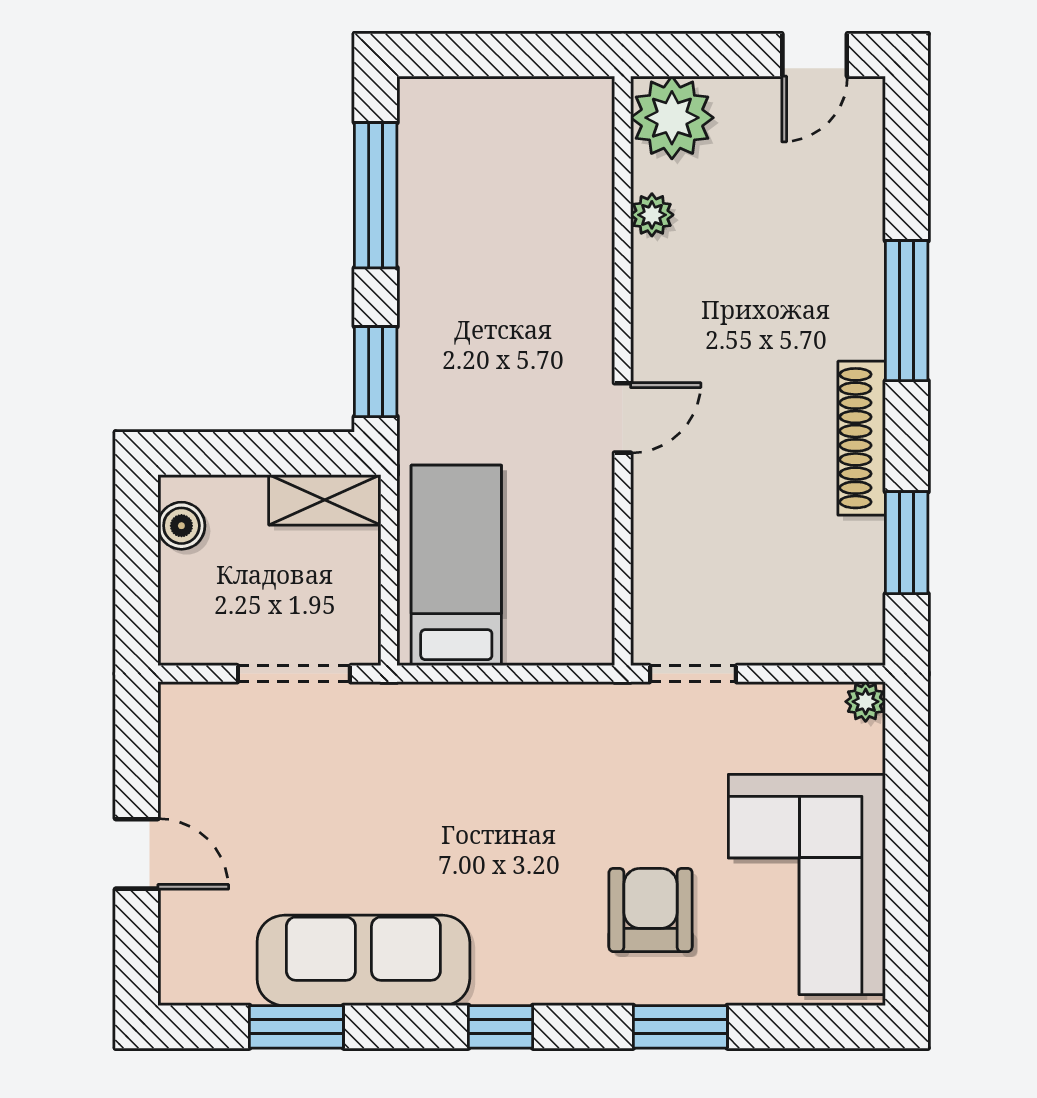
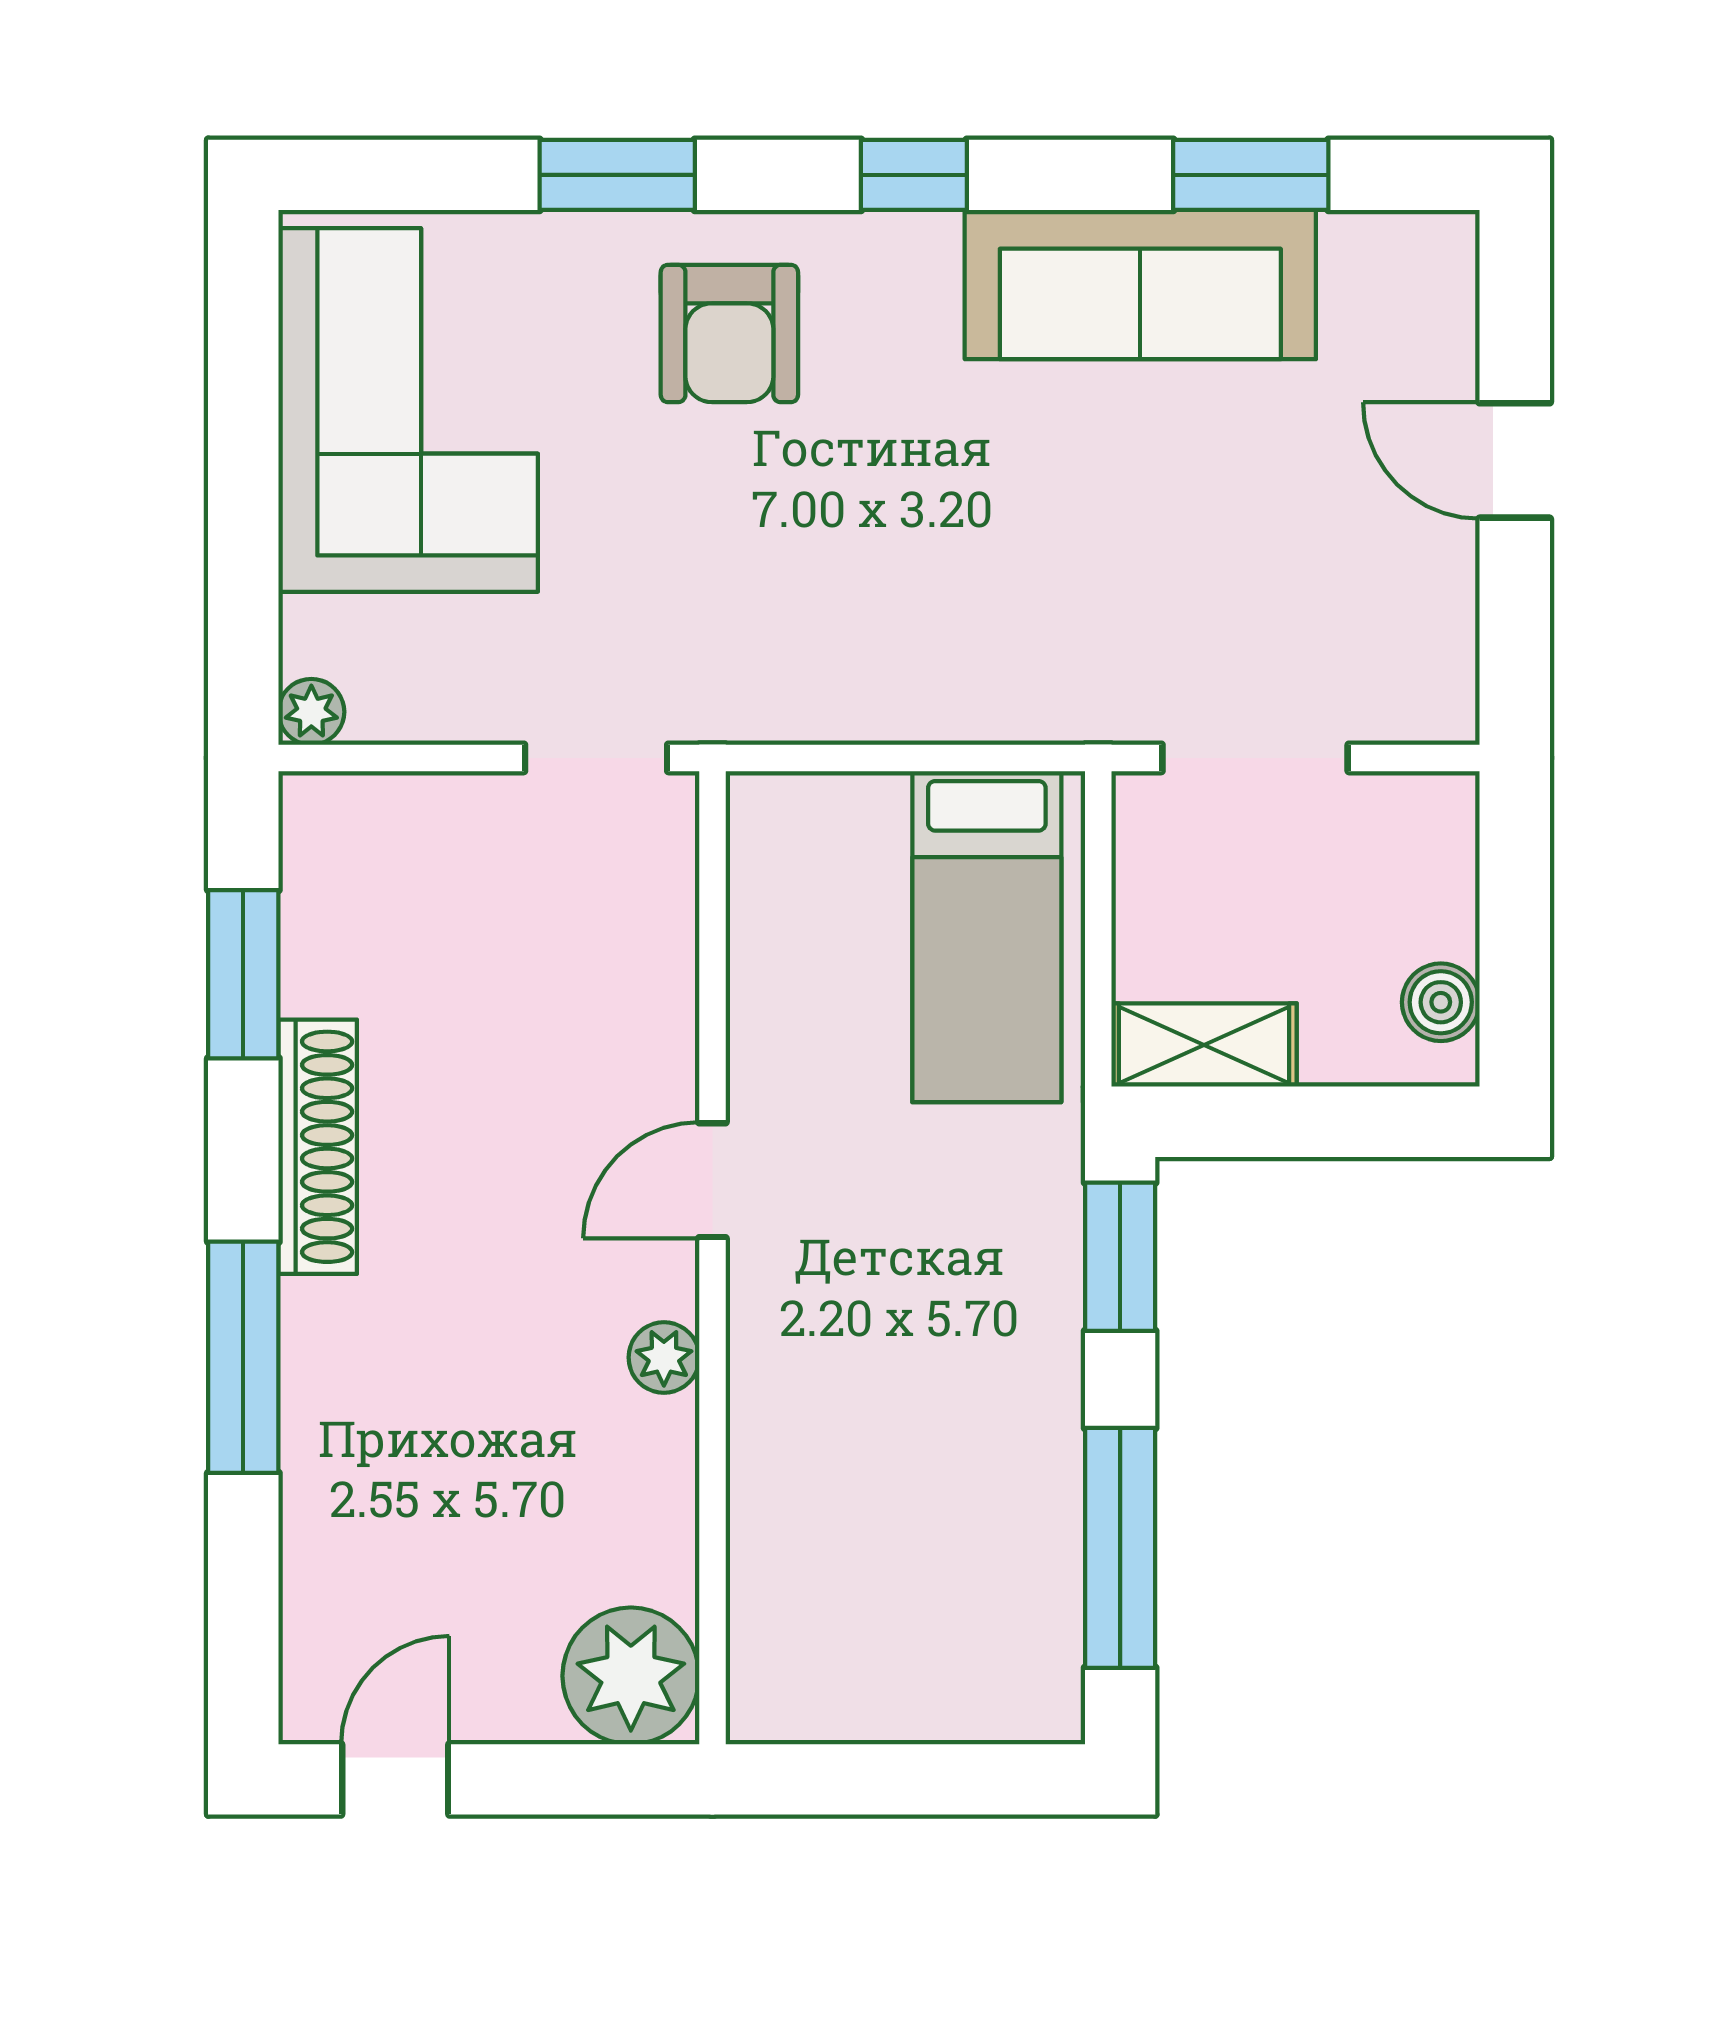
plant: (652, 215) -> (664, 1357), moved
armchair: (651, 910) -> (729, 333), moved

